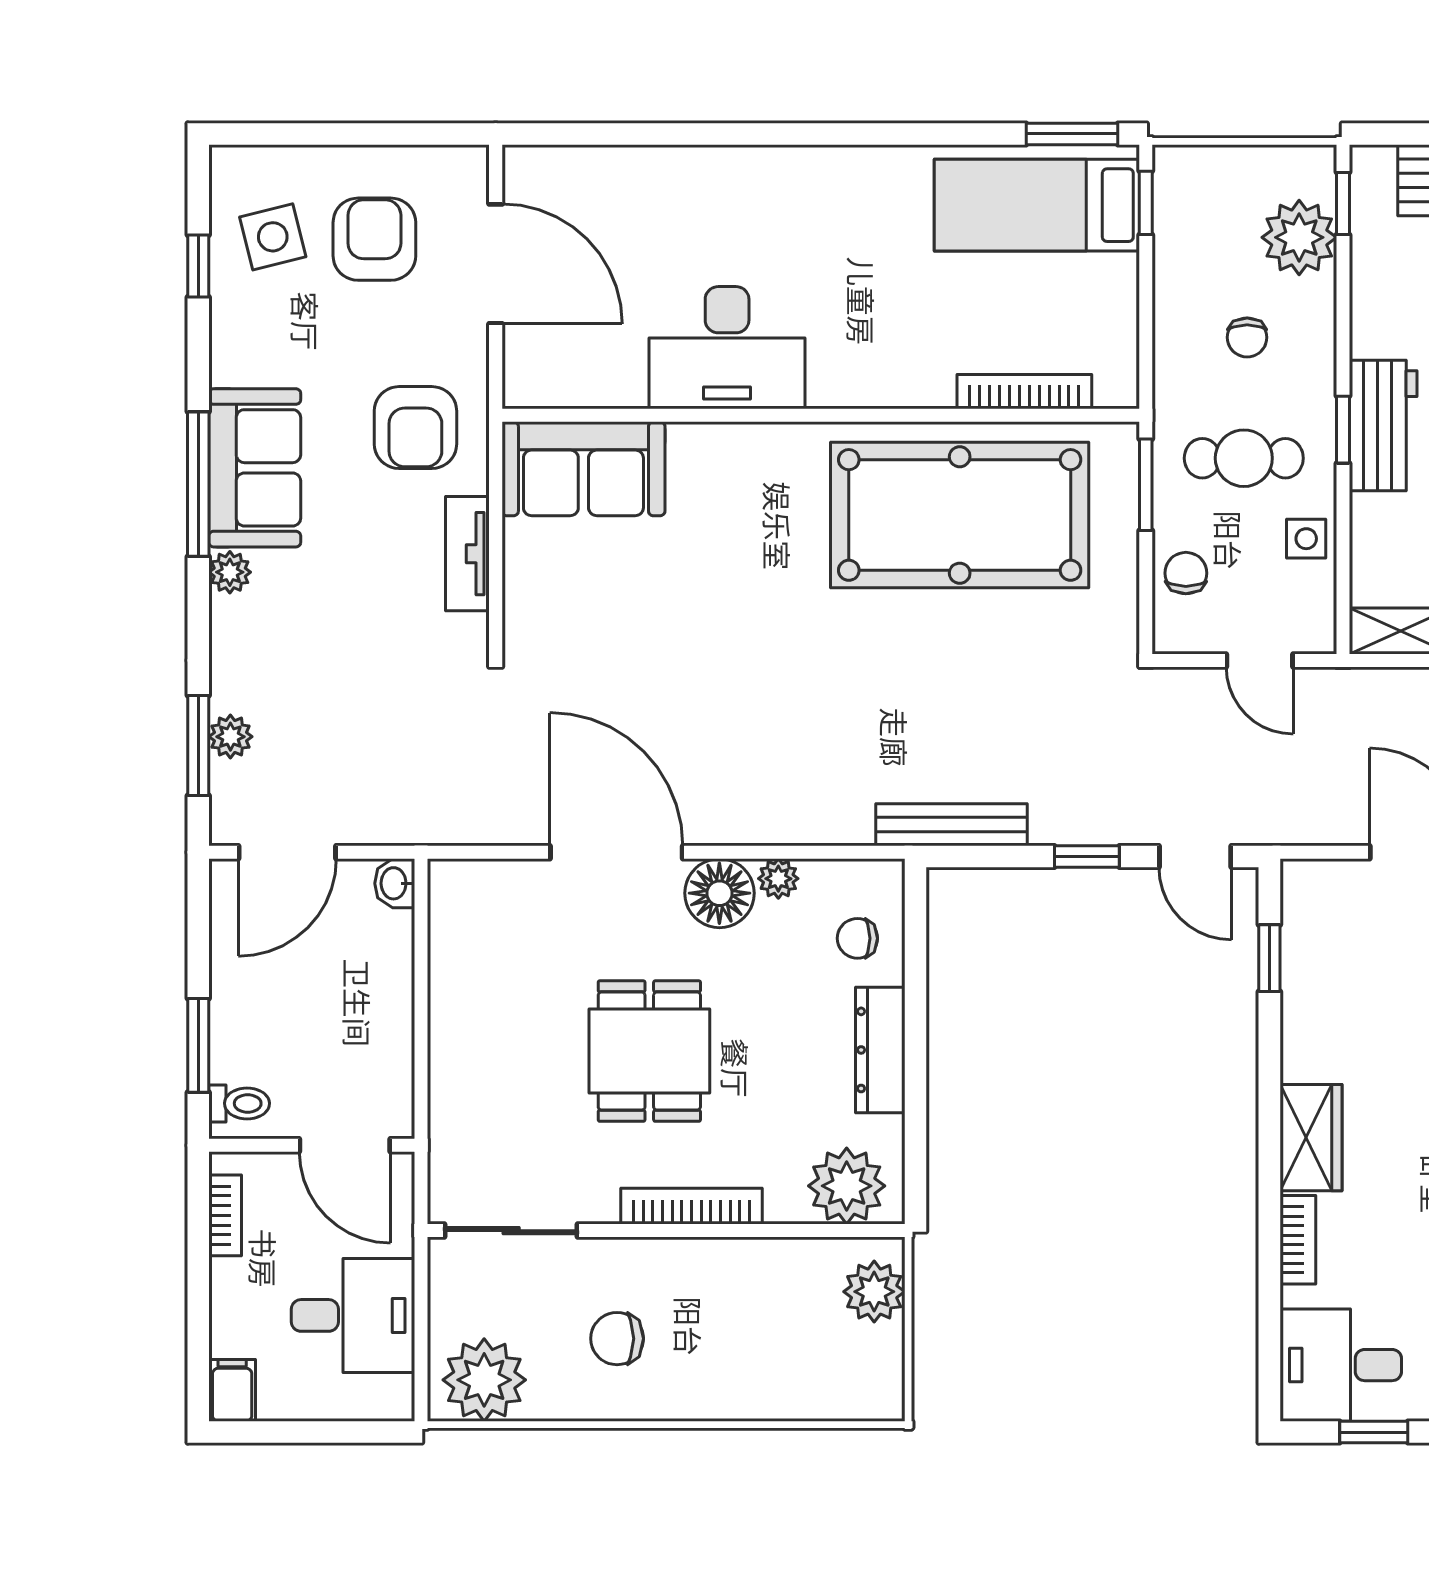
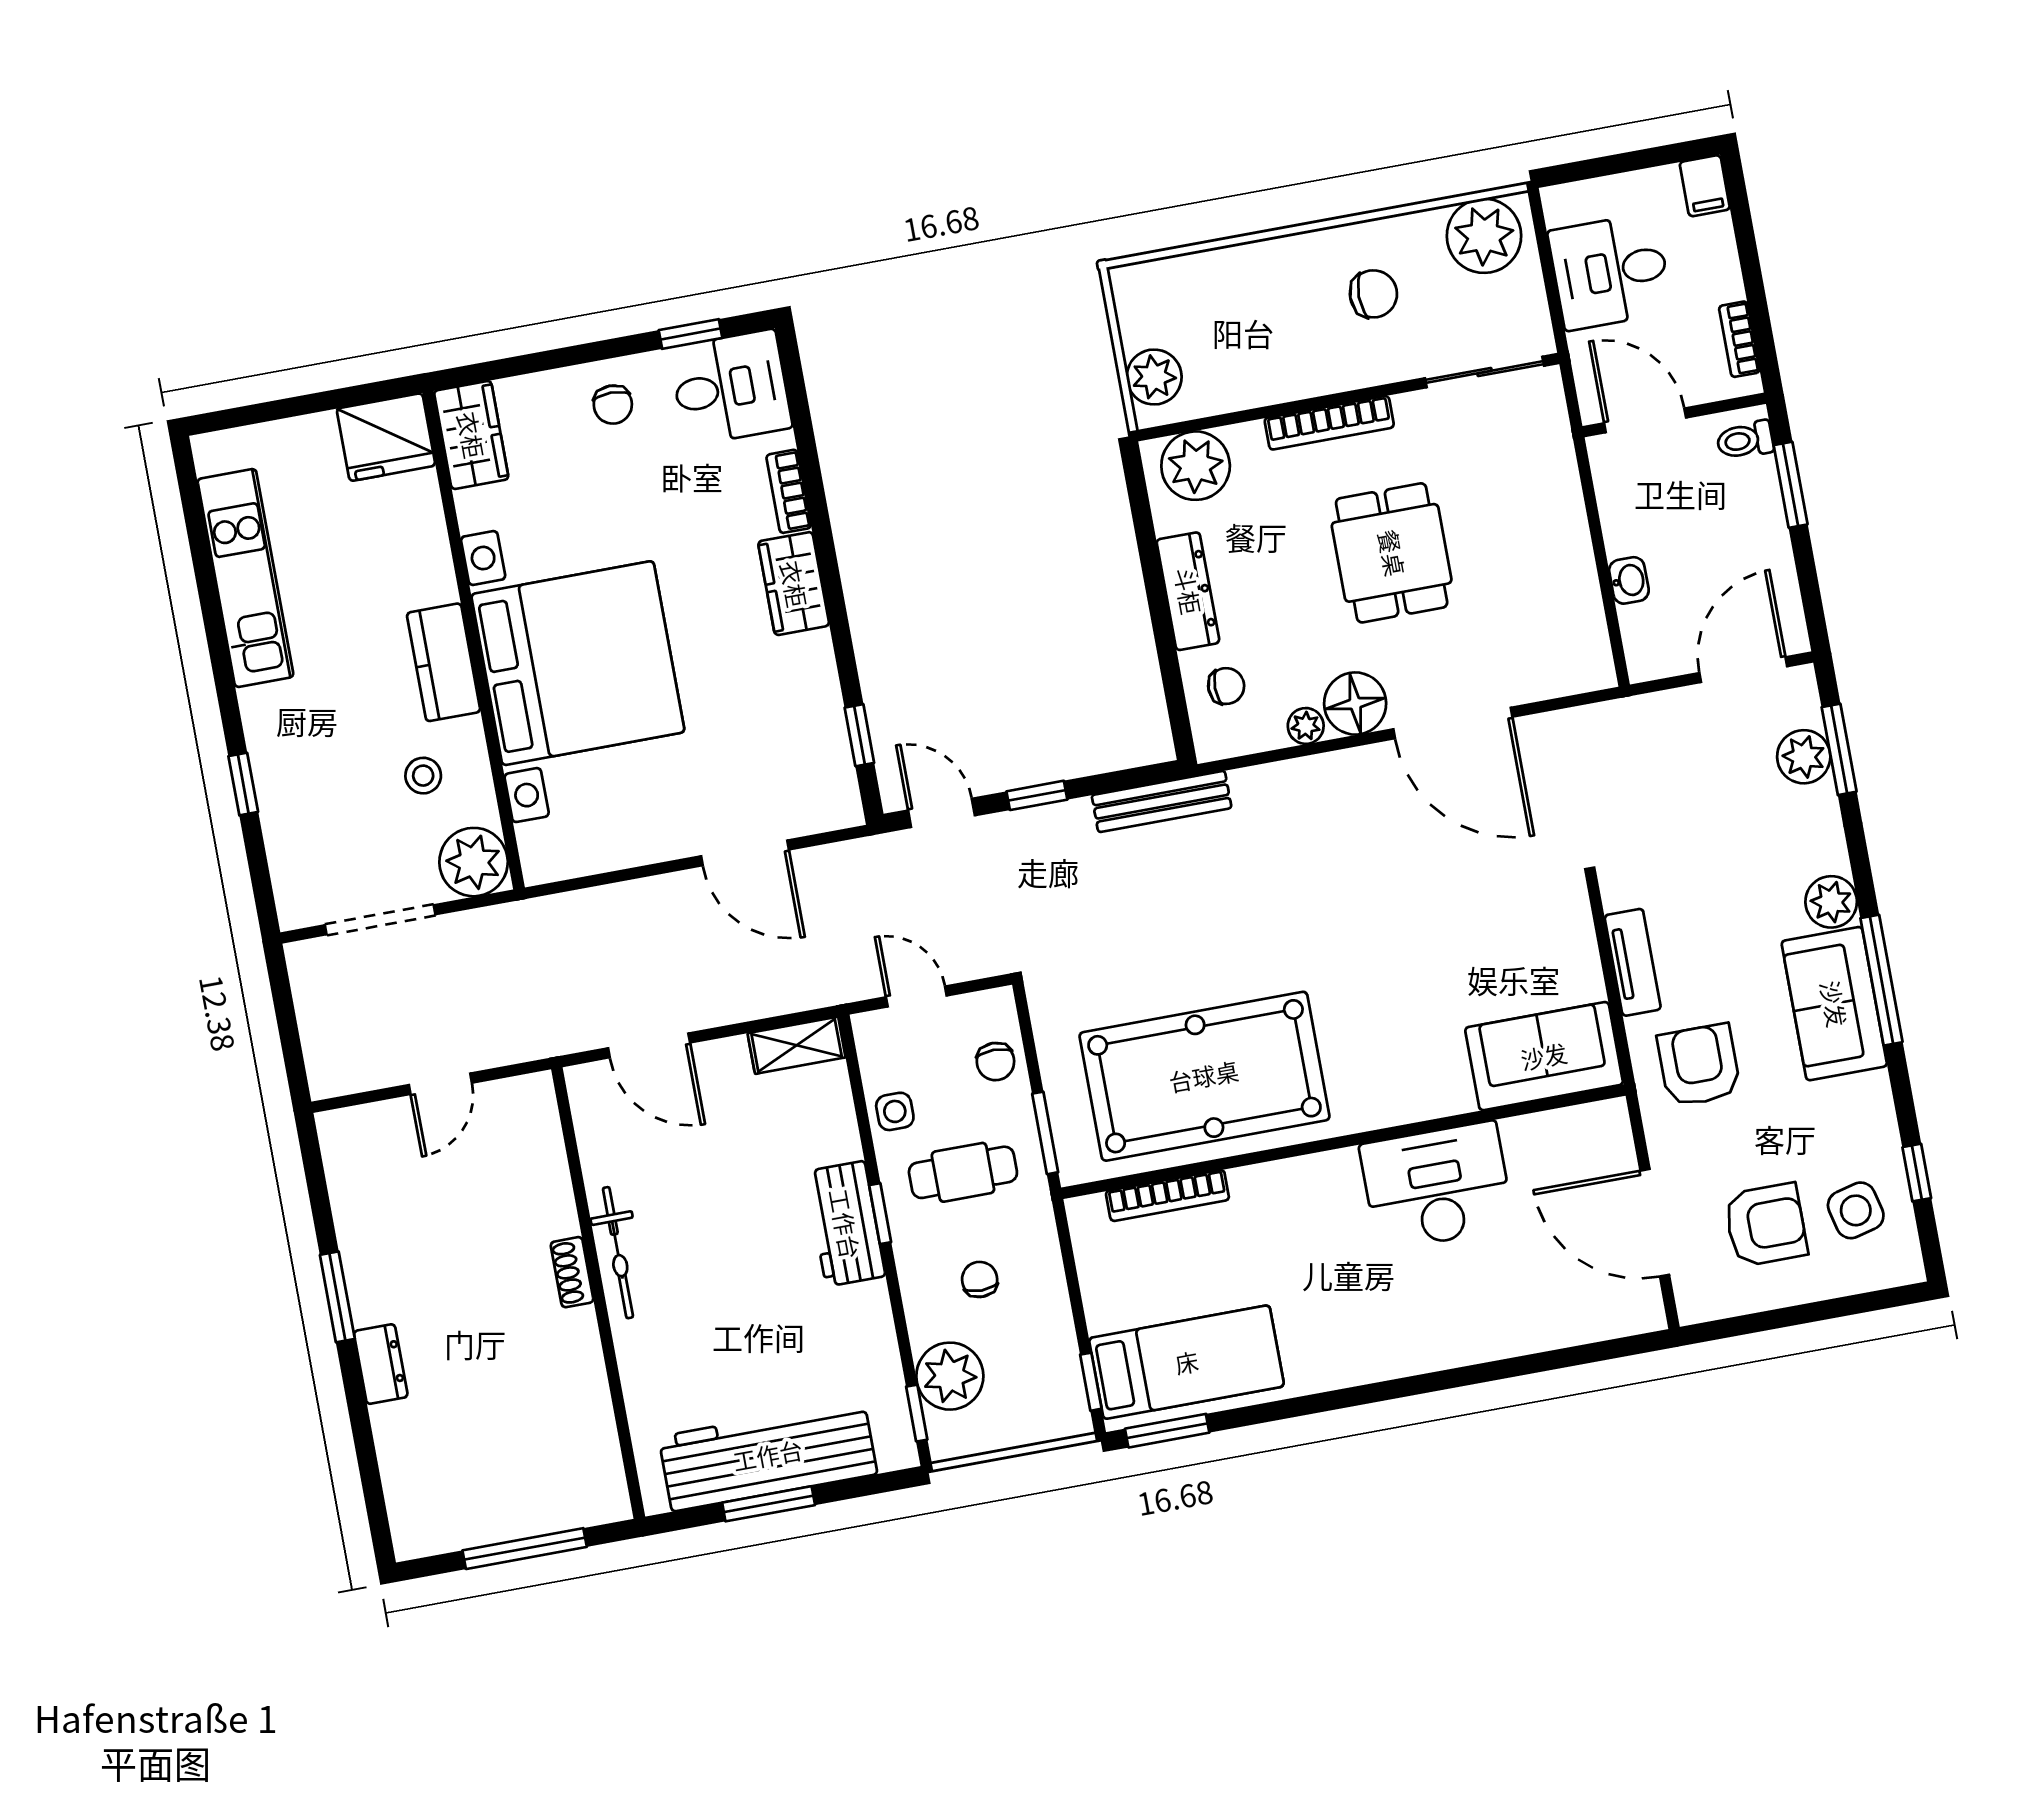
armchair: (374, 239) -> (1766, 1225), turned -90
plant: (230, 572) -> (1831, 902), width x1.38, depth x1.38
plant: (230, 737) -> (1804, 757), width x1.38, depth x1.38
washbasin: (395, 883) -> (1629, 580), moved

